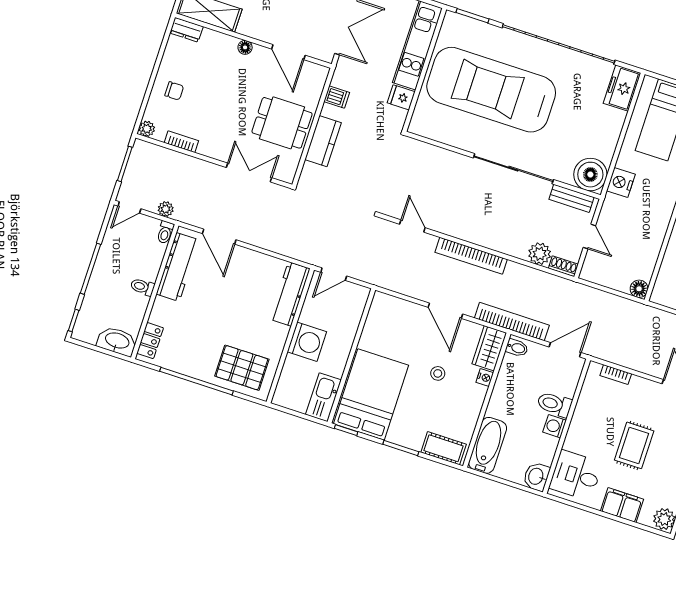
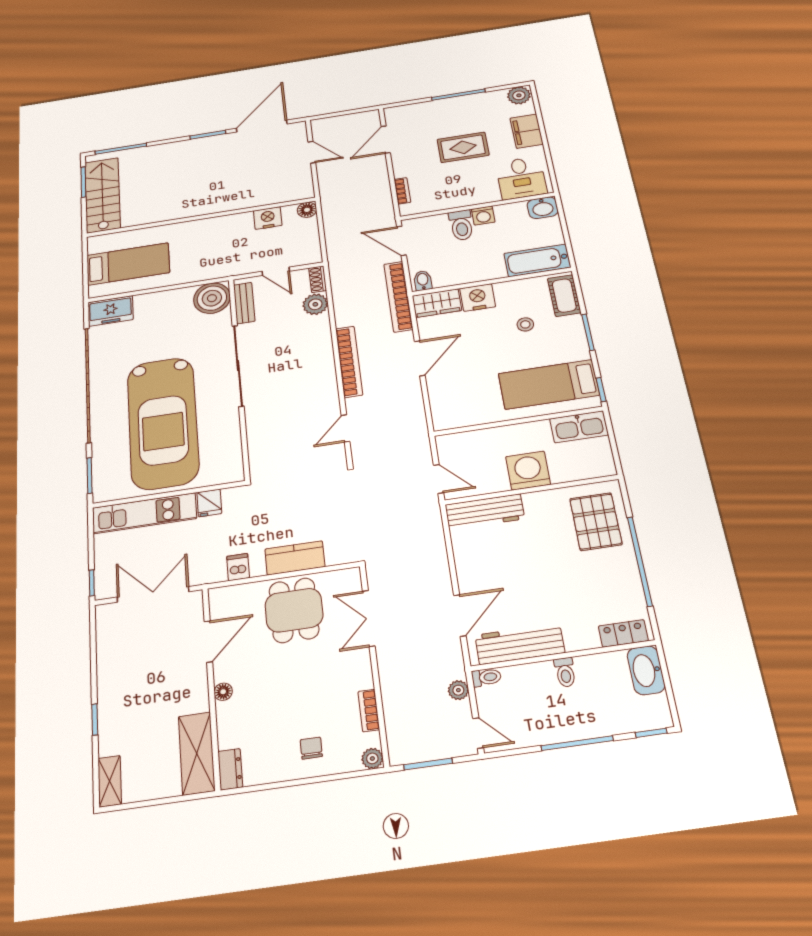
nightstand: (621, 183) -> (268, 218), moved, turned 180
door: (589, 237) -> (276, 271), swing flipped
stool: (438, 373) -> (525, 324), moved
nightstand: (485, 377) -> (478, 298), width x1.89, depth x1.79
bed: (371, 395) -> (549, 384), width x0.67

